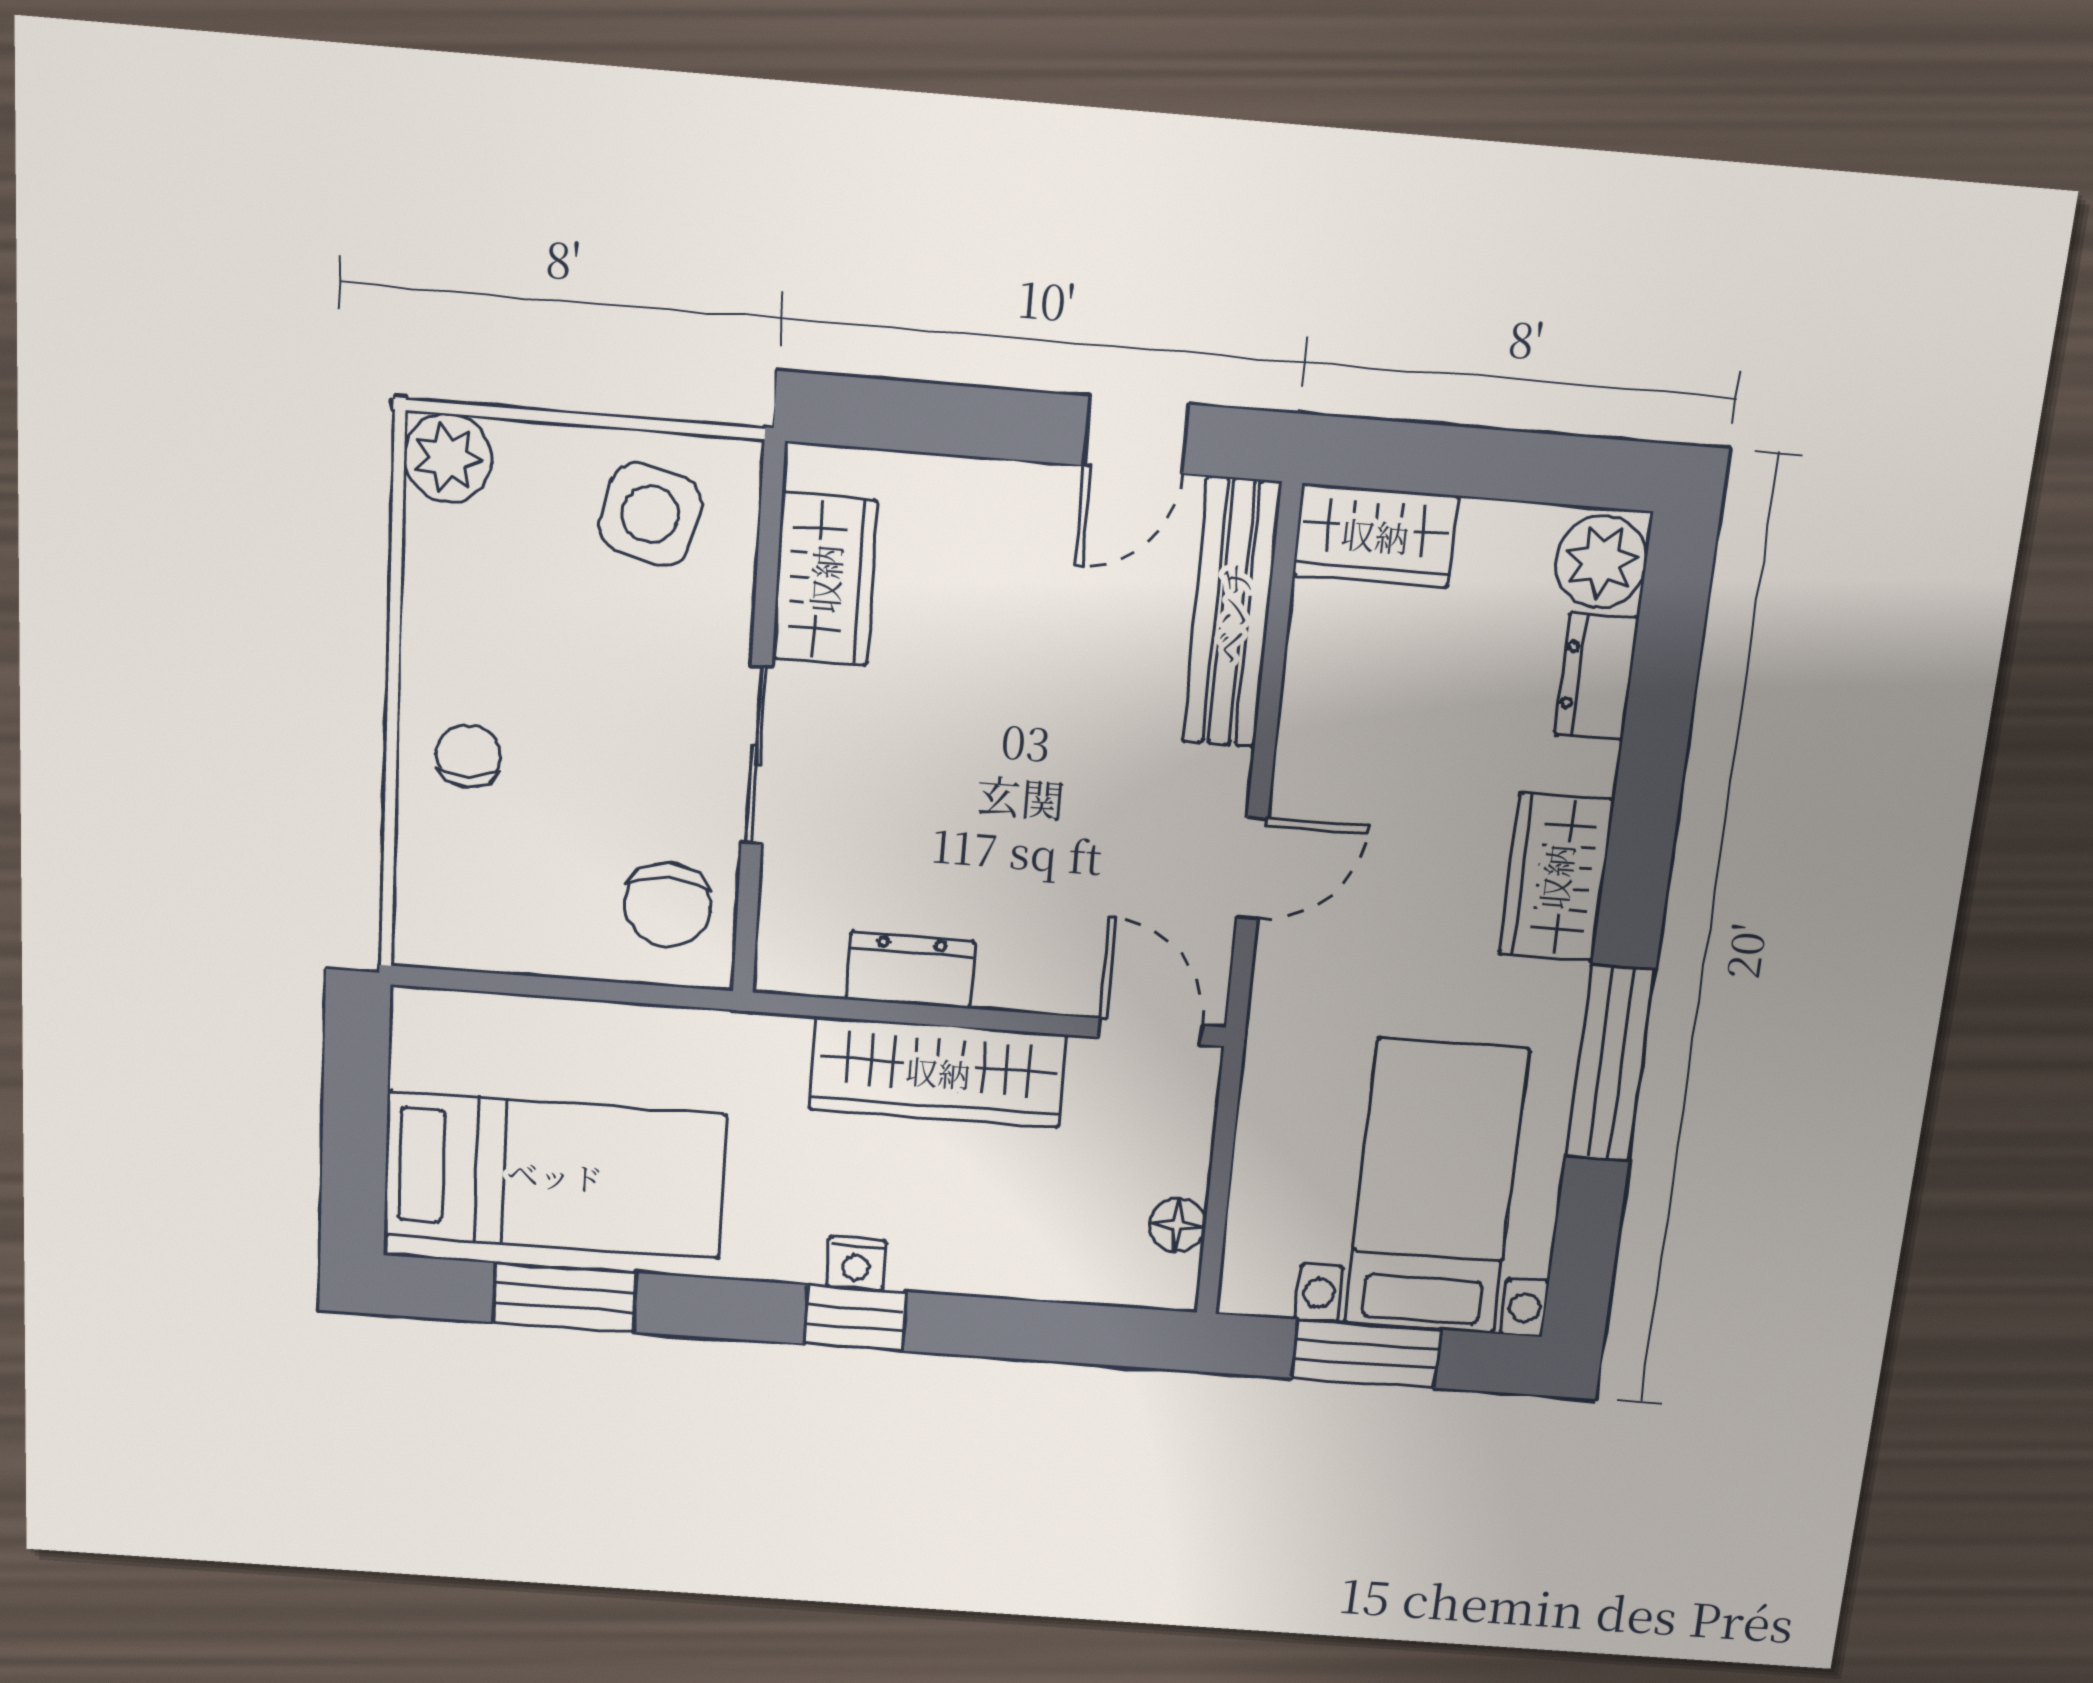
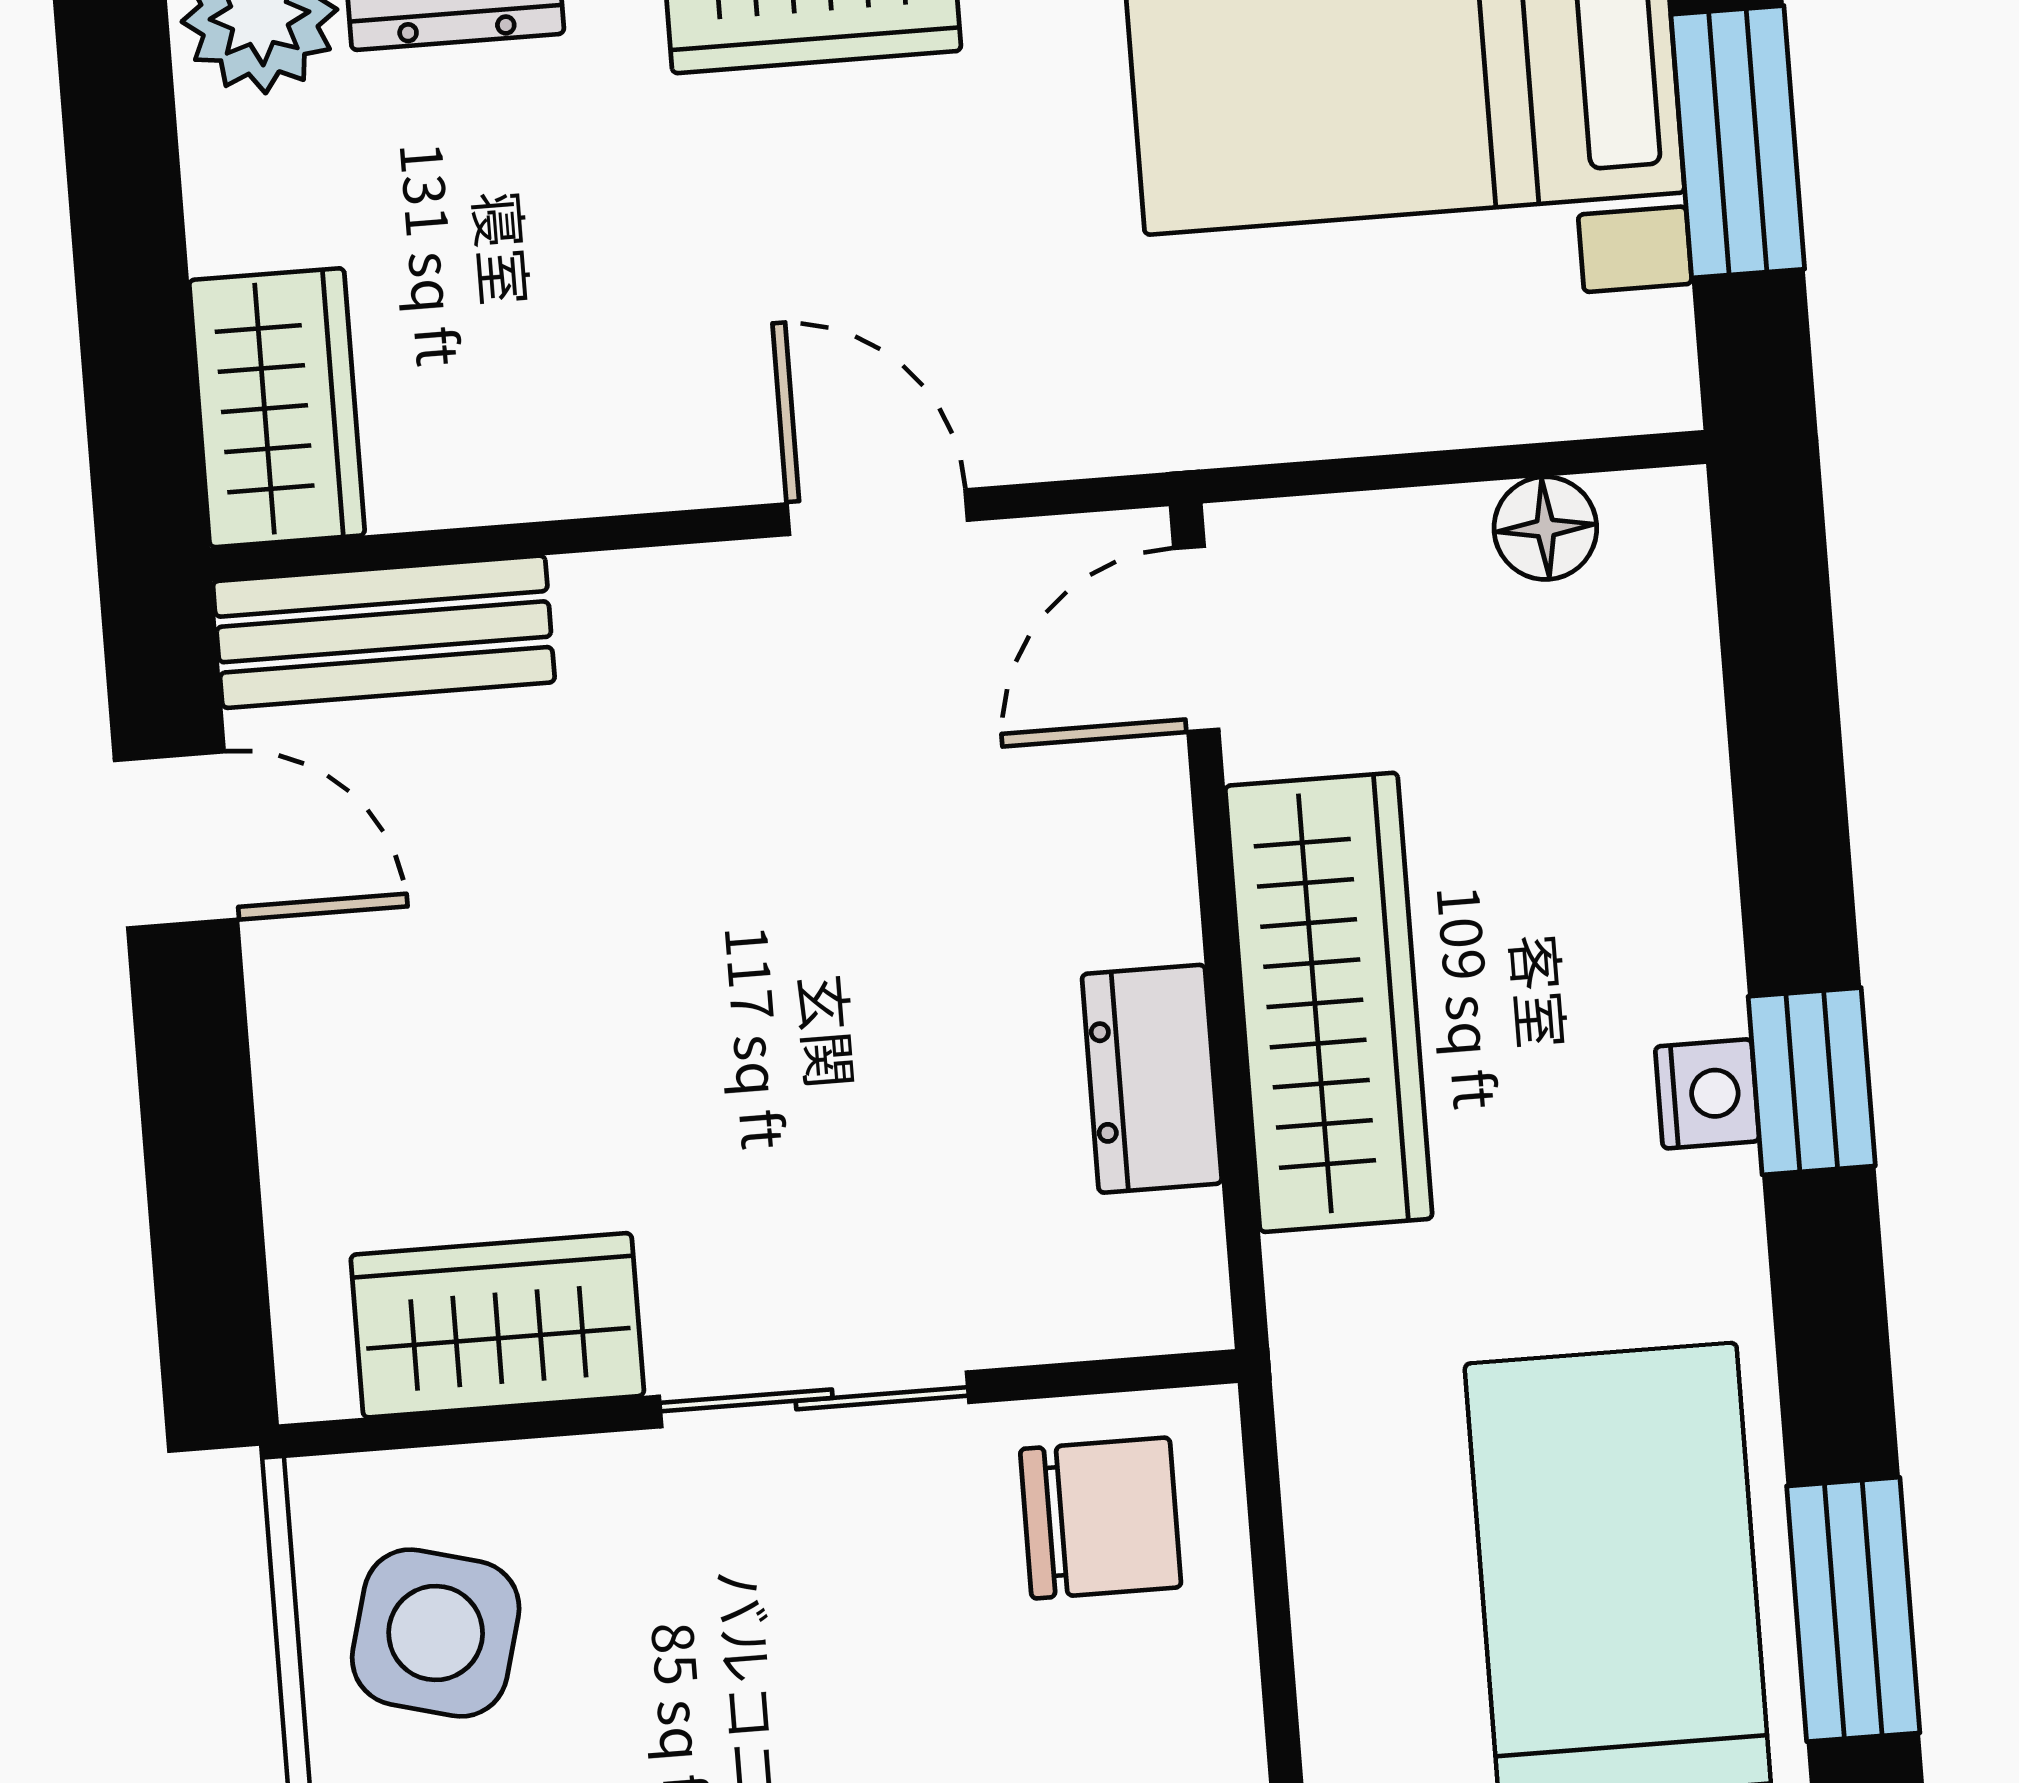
bench: (1232, 613) -> (384, 632), width x0.73

